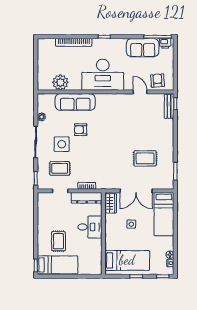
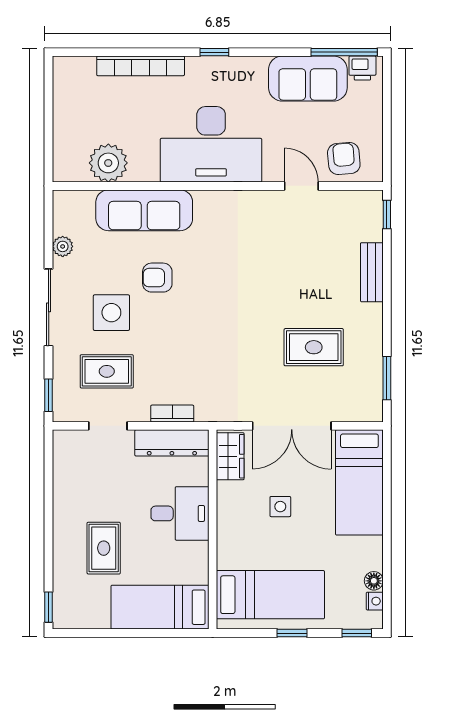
bench: (169, 106) -> (372, 272), moved
bed: (57, 265) -> (160, 607), moved, turned 180

